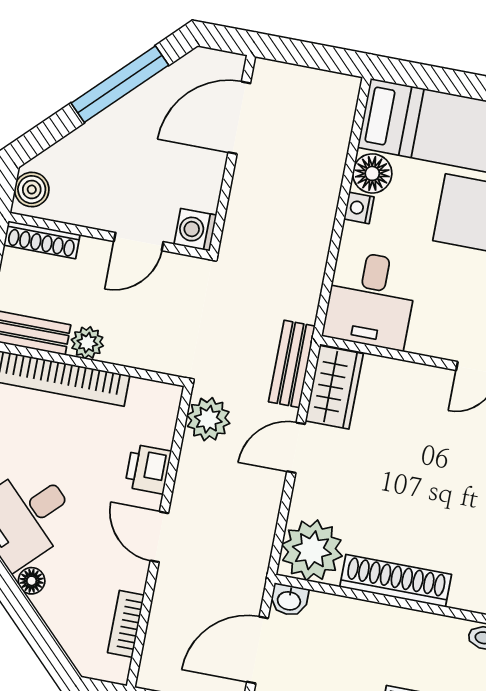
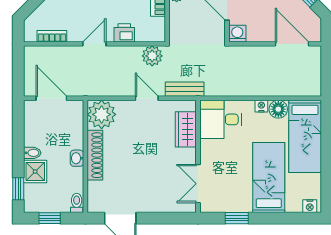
wardrobe: (334, 387) -> (186, 129), moved, turned 90
washbasin: (289, 600) -> (77, 158), moved

